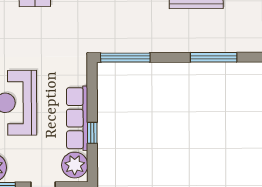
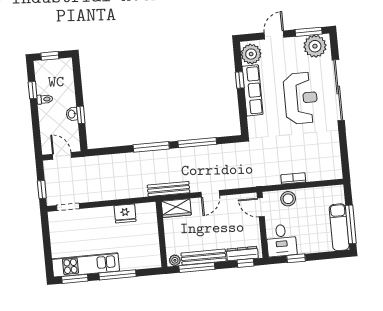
window: (125, 58) -> (197, 143), moved

